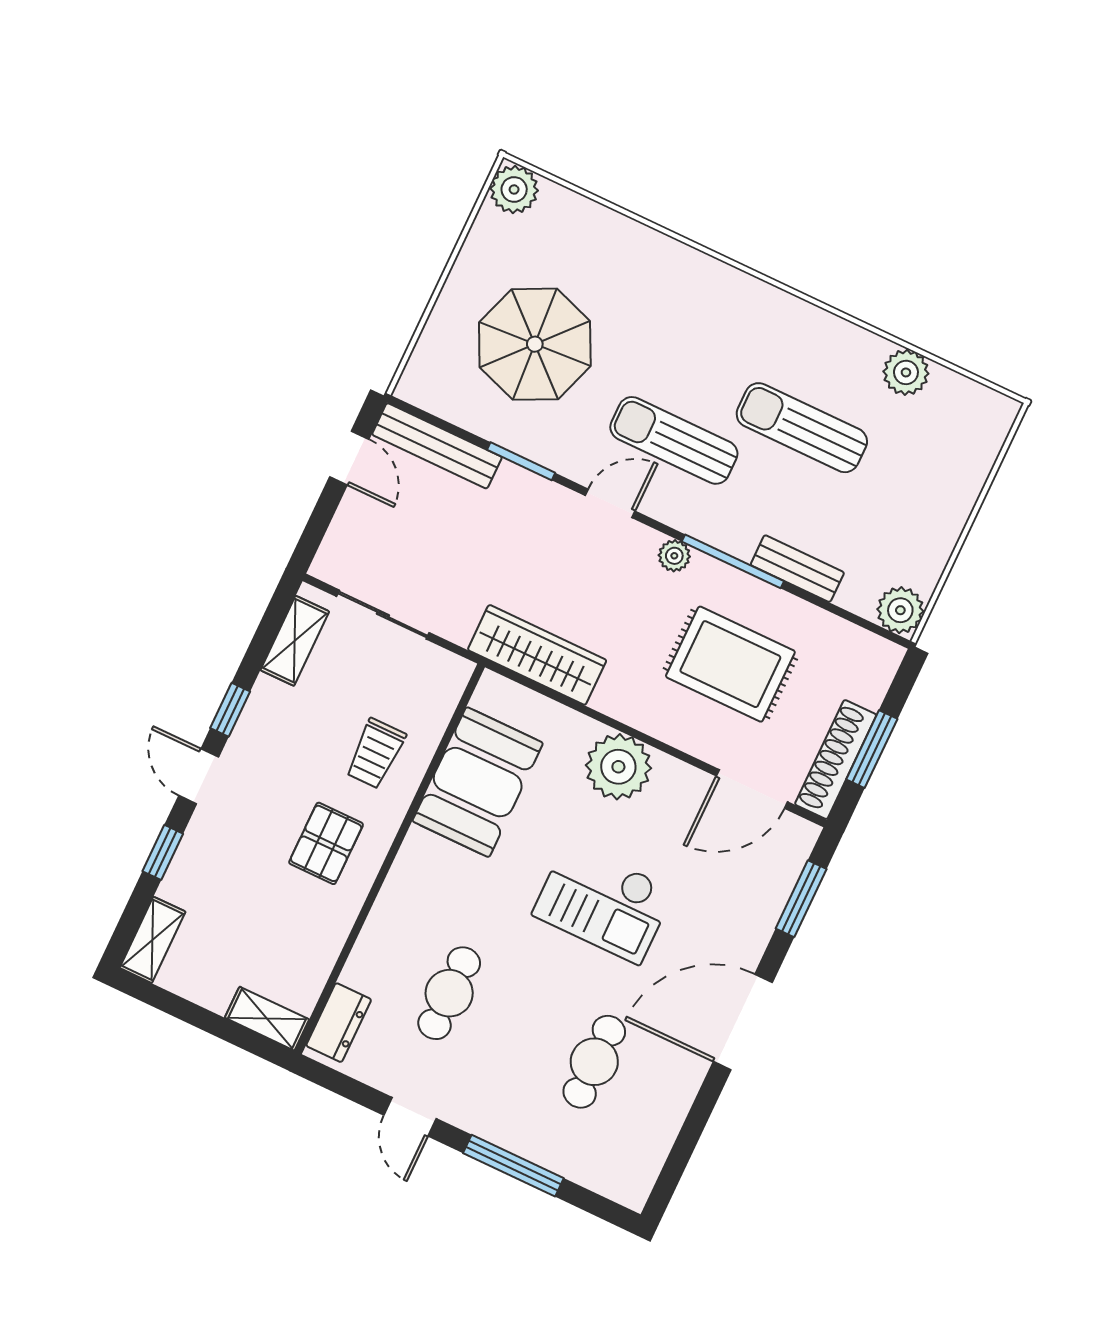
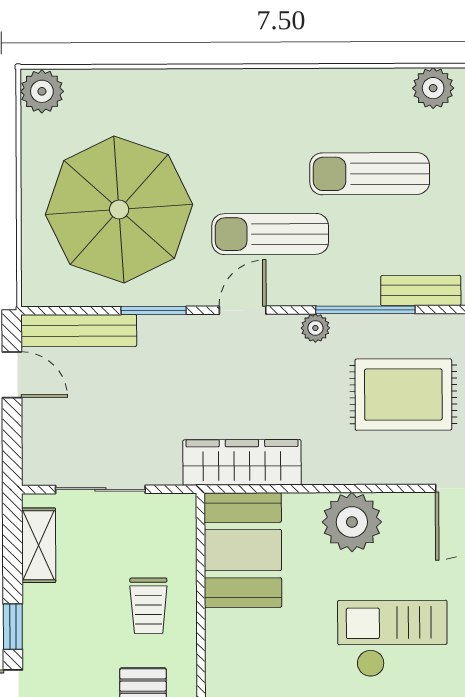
parasol: (535, 344) -> (119, 209), width x1.36, depth x1.36
booth: (478, 782) -> (243, 550), moved
checkout: (603, 902) -> (392, 639), turned 180

